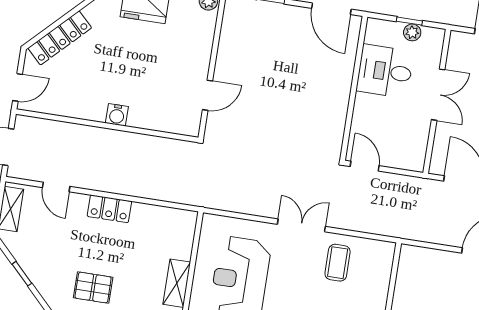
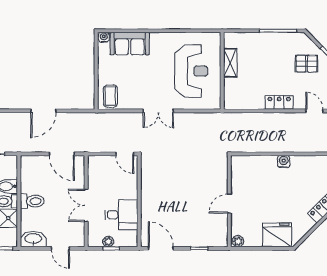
door: (208, 95) -> (229, 204), moved
coffee table: (338, 263) -> (110, 96), moved
pallet: (93, 288) -> (307, 64), moved

